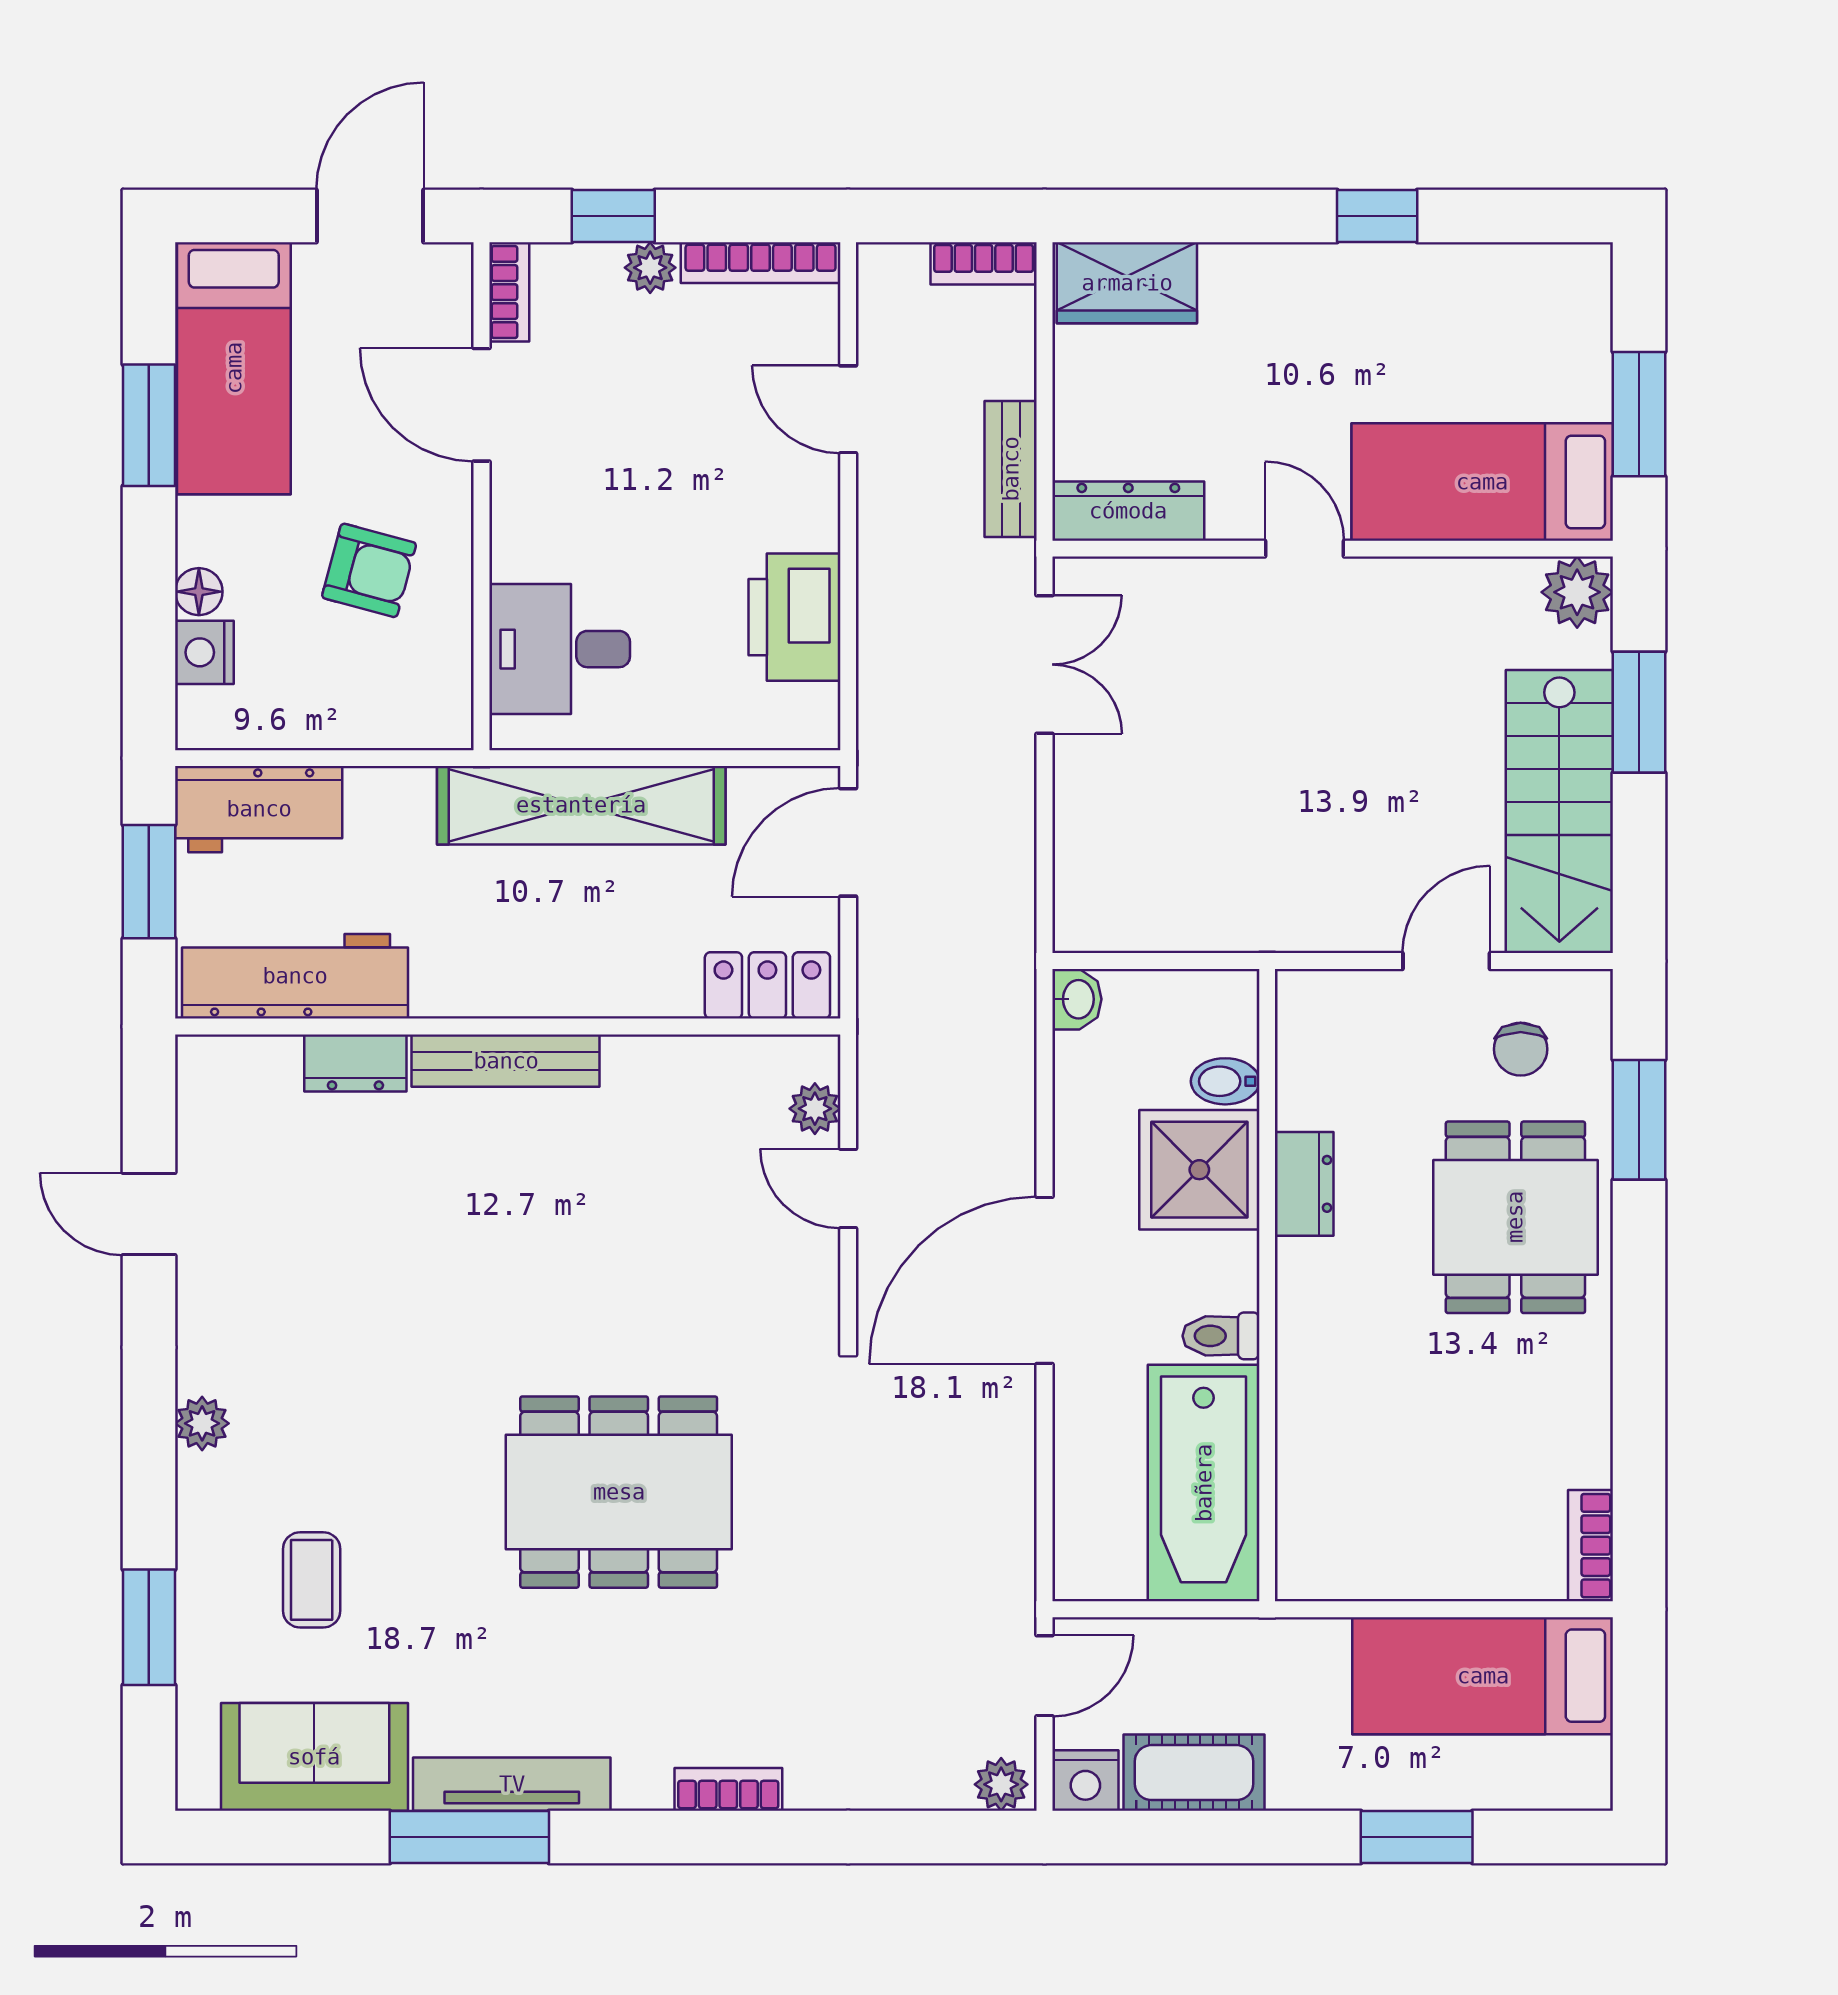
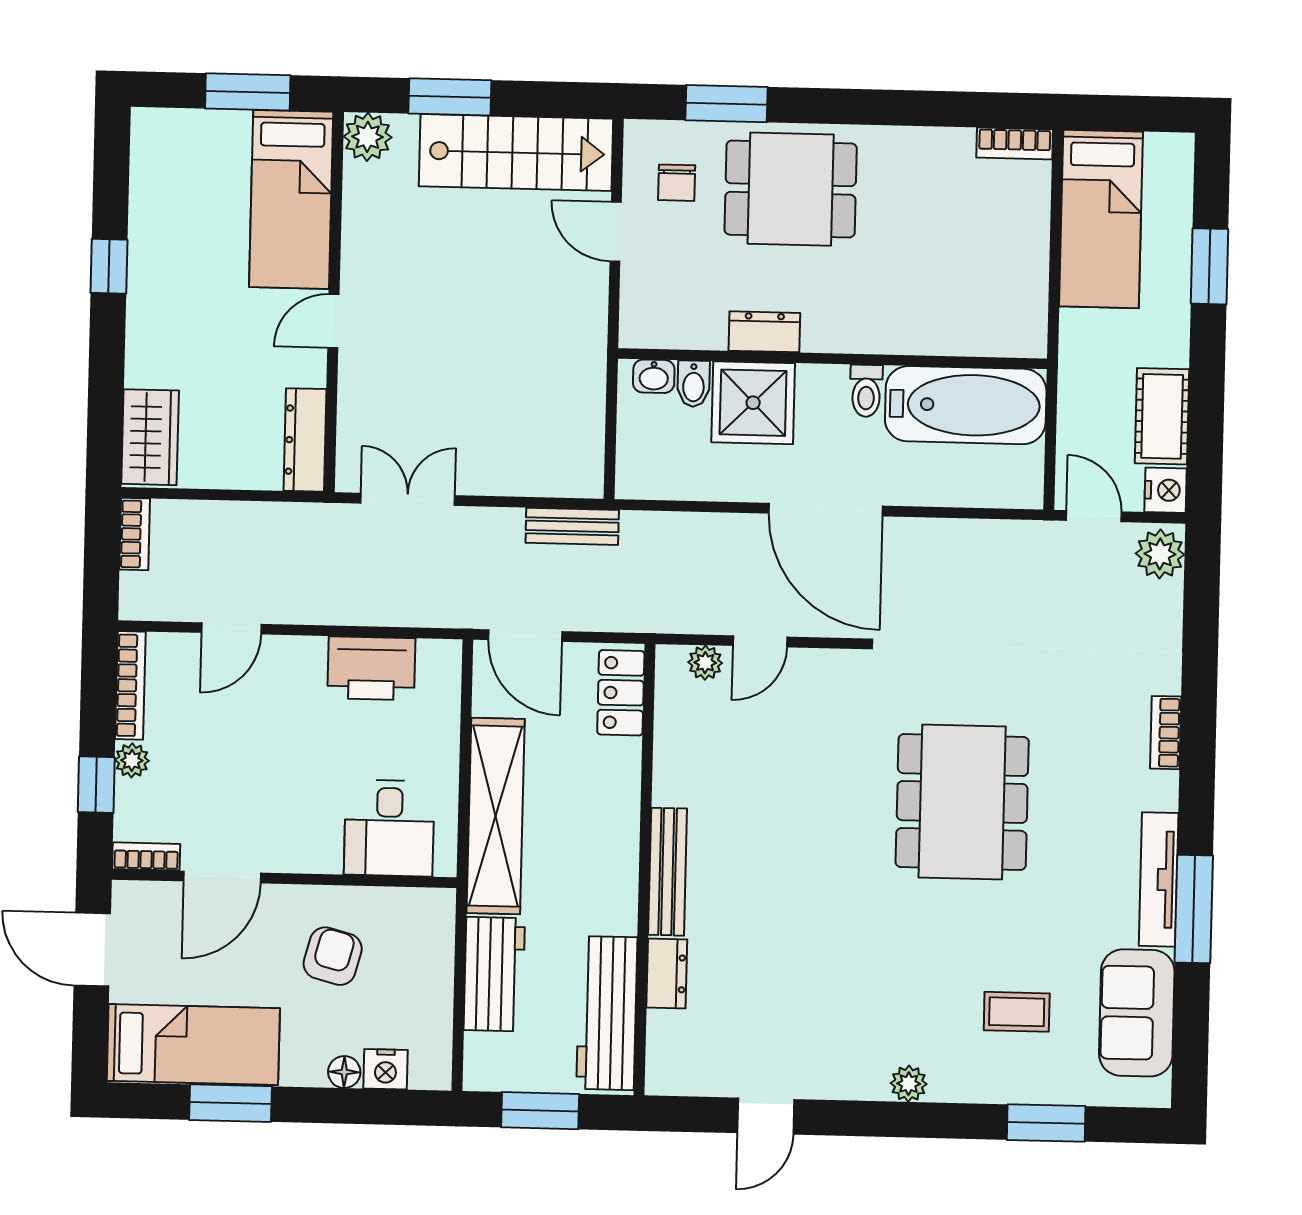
bench: (1011, 469) -> (572, 526), moved
workbench: (259, 809) -> (494, 974), moved
washbasin: (1077, 999) -> (654, 376), moved, turned 180
chair: (1521, 1049) -> (677, 183), turned 90
plant: (1001, 1784) -> (1160, 554), width x1.38, depth x1.38

